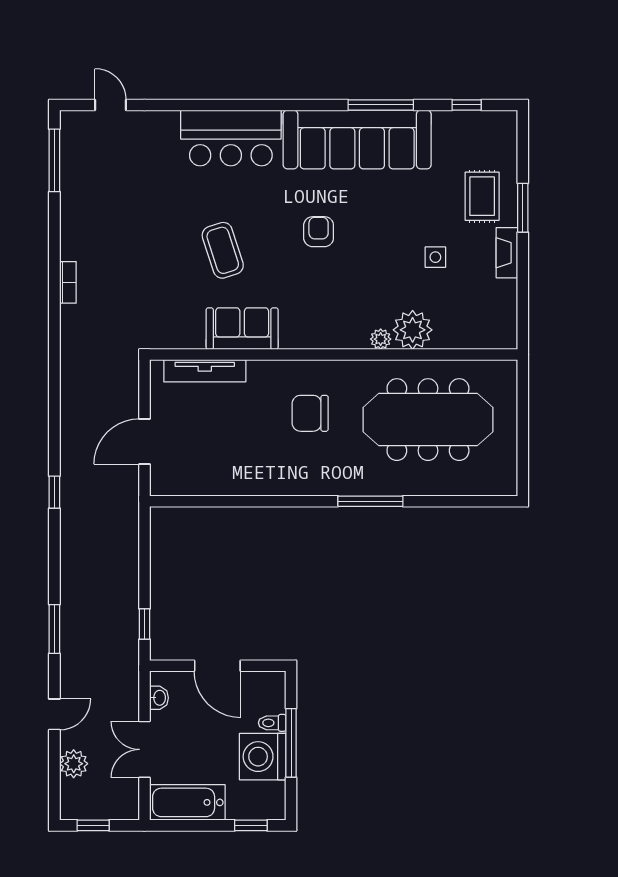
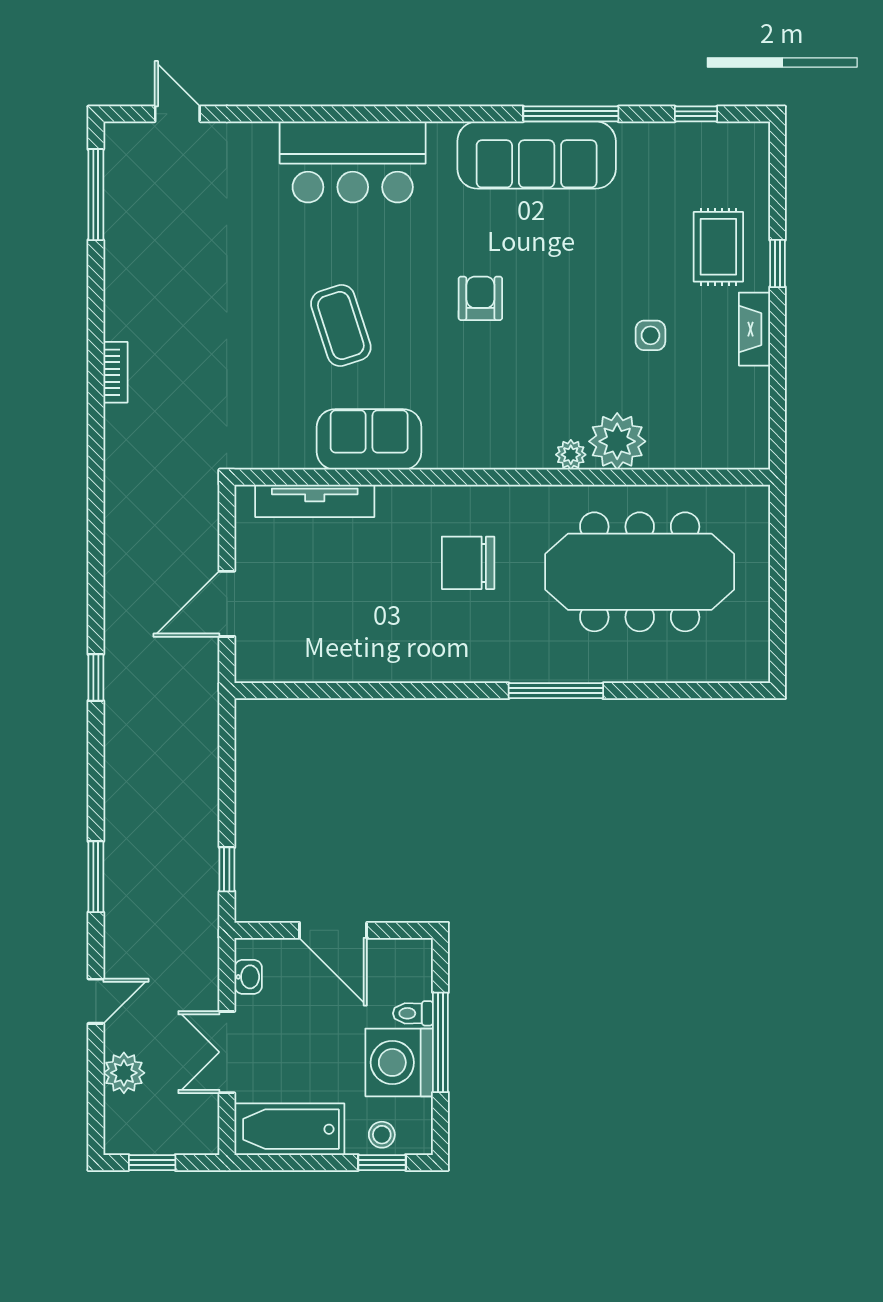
sofa: (357, 139) -> (537, 155), width x0.74, depth x0.79
window: (523, 208) -> (777, 263), width x0.67
stool: (251, 806) -> (382, 1135), added

